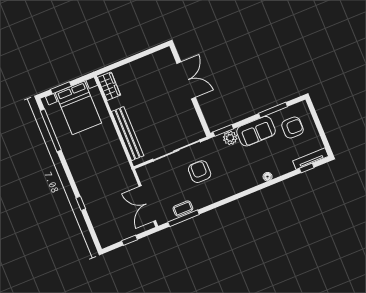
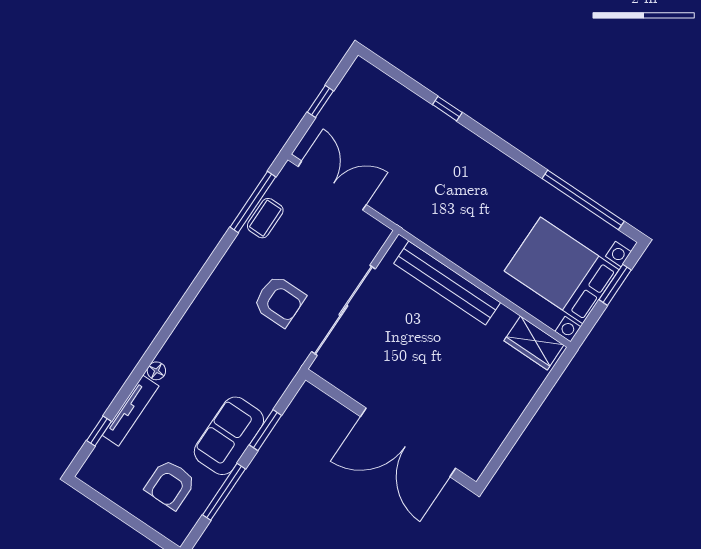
double door: (186, 80) -> (408, 442), width x1.36
window: (223, 130) -> (265, 430), moved
plant: (230, 138) -> (266, 394), removed
tv unit: (311, 159) -> (131, 411), moved

